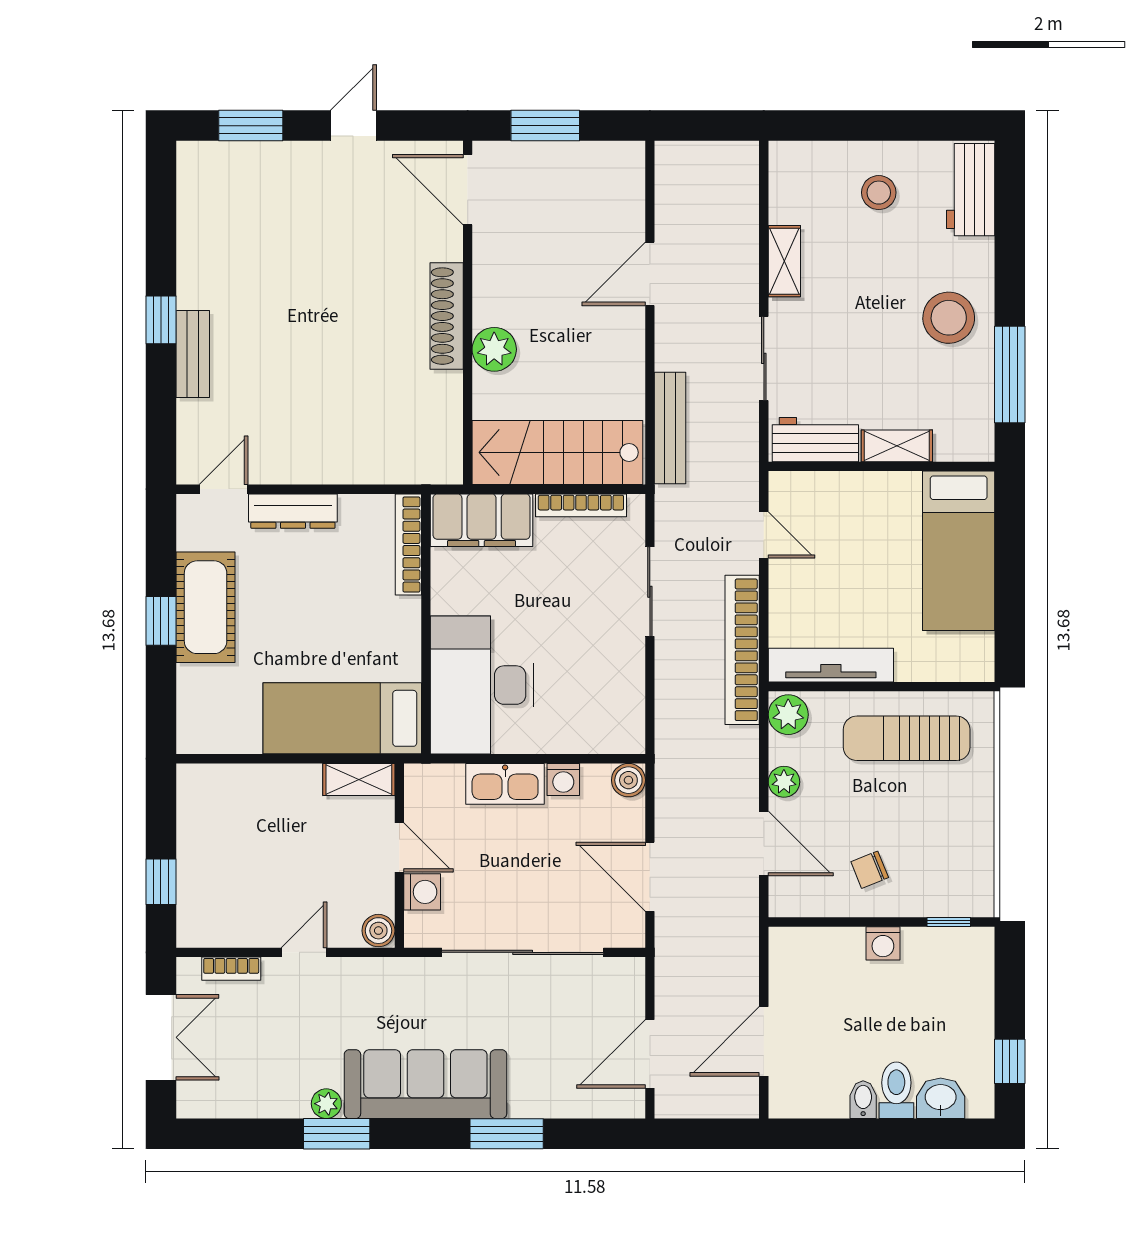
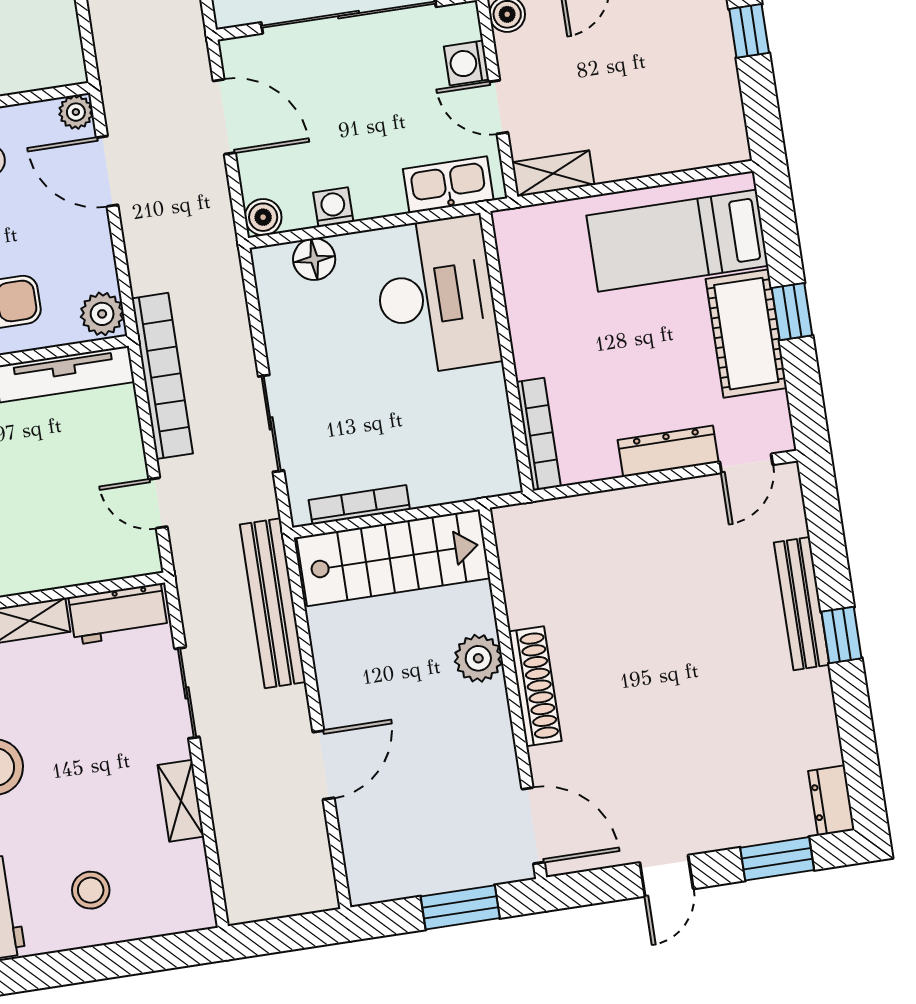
dresser: (193, 171) -> (831, 800), added
bench: (193, 354) -> (802, 604), width x1.36
bench: (670, 428) -> (273, 603), width x1.37, depth x1.21
filing cabinet: (482, 520) -> (464, 472), removed
bed: (342, 718) -> (677, 241), moved, turned 180
floor lamp: (588, 735) -> (314, 259), added
plant: (784, 782) -> (76, 112), moved
kitchen sink: (505, 784) -> (448, 185), moved

